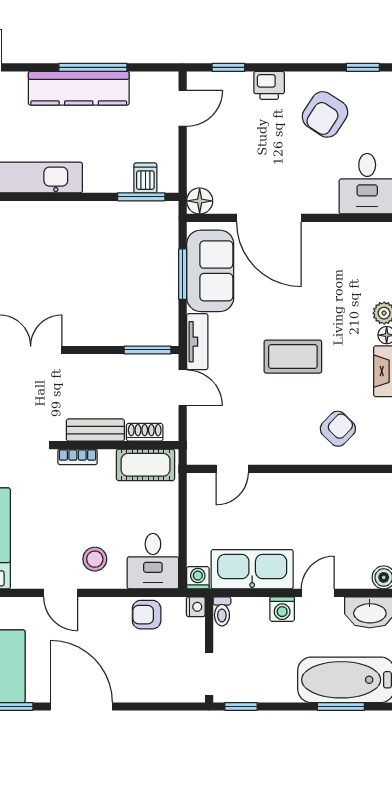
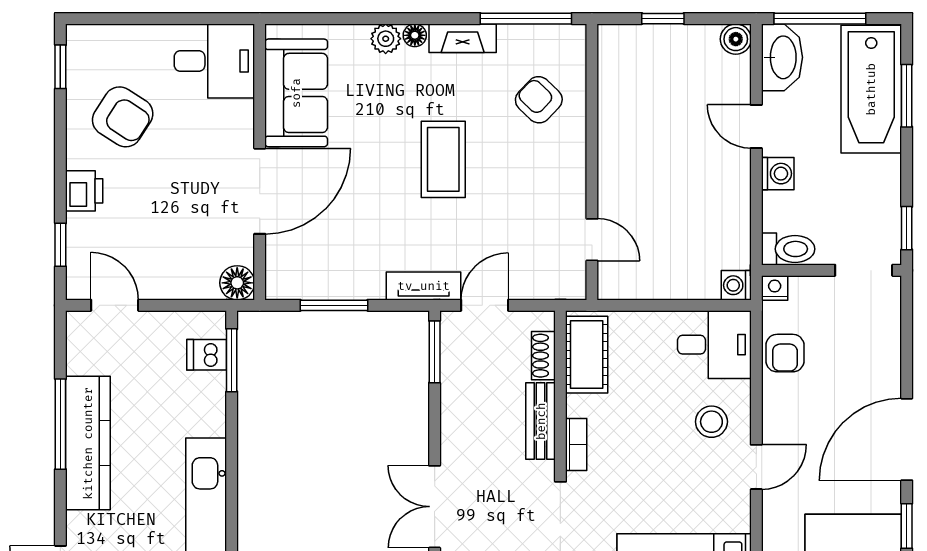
sofa: (210, 271) -> (296, 93), moved, turned 90
kitchen sink: (252, 569) -> (725, 213), removed
toilet: (222, 611) -> (788, 249), width x1.37, depth x1.39

